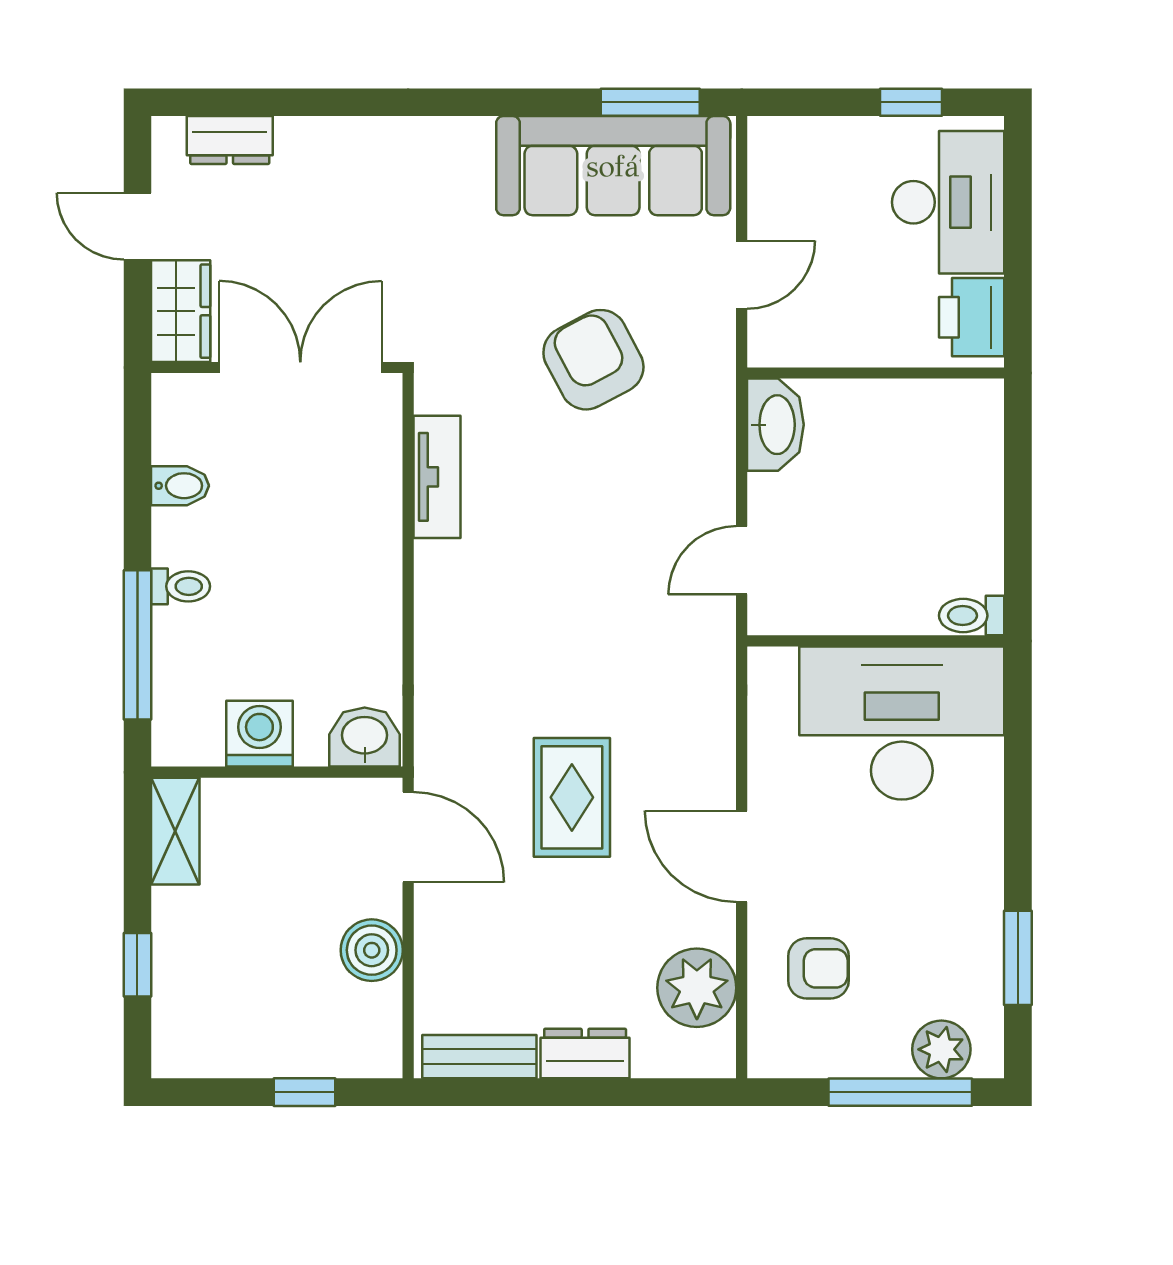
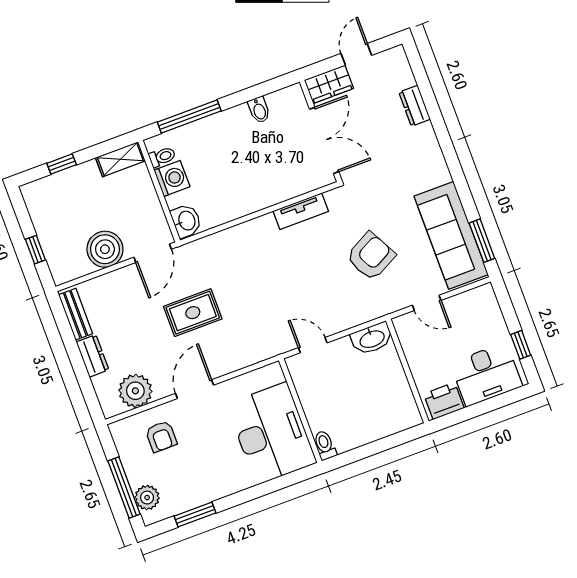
dresser: (230, 140) -> (415, 106), moved
toilet: (181, 586) -> (162, 157), moved, turned -90
boiler: (372, 950) -> (105, 249), width x1.37, depth x1.37

